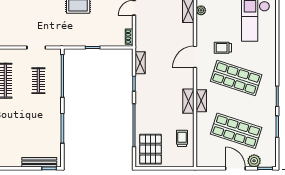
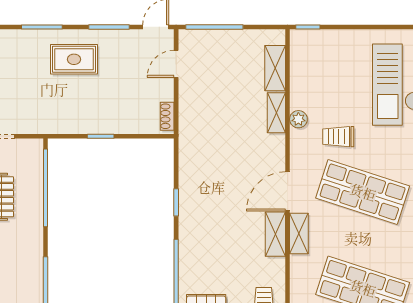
plant: (201, 10) -> (298, 119), moved
door: (195, 57) -> (288, 191), moved
shelving: (140, 63) -> (276, 113), moved

